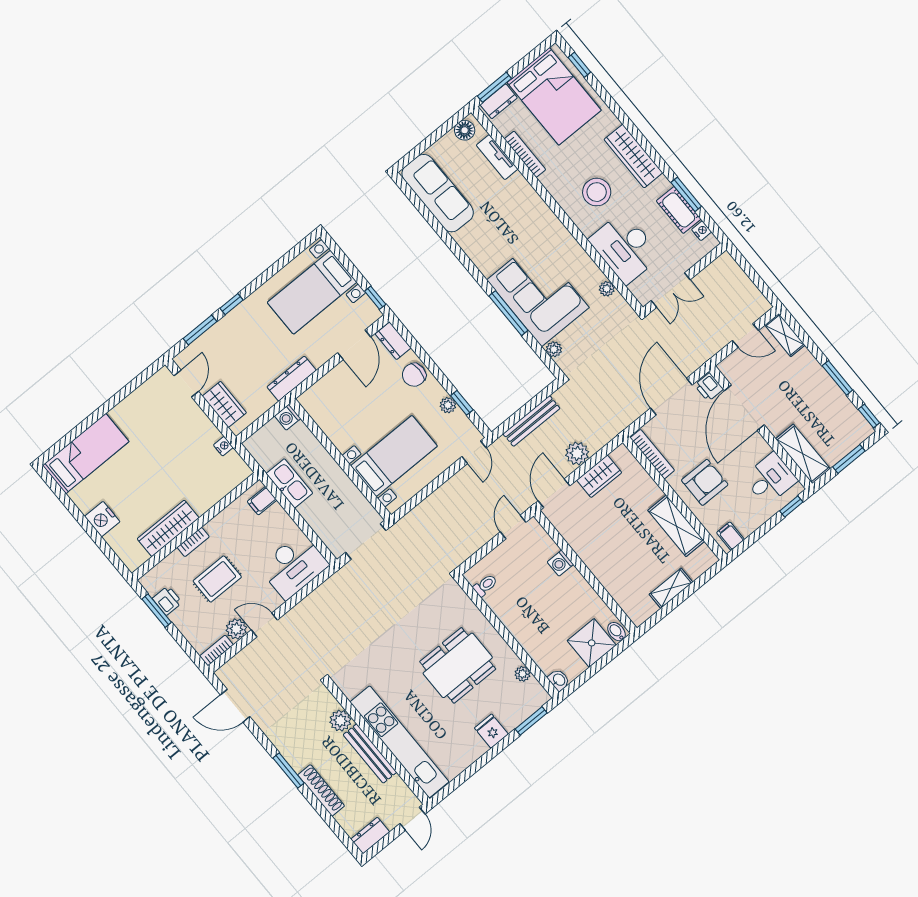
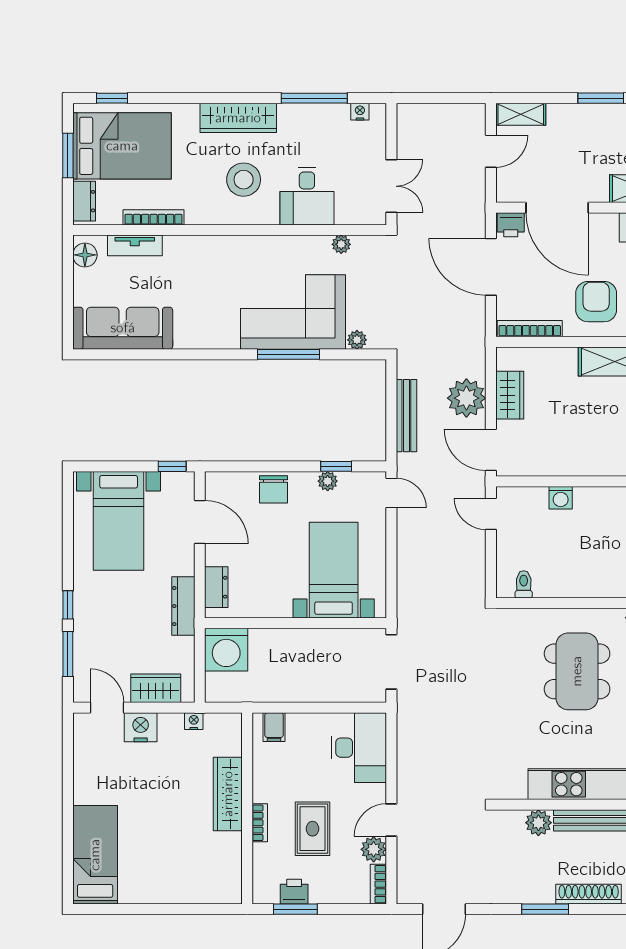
window: (494, 87) -> (68, 156), moved
window: (686, 194) -> (314, 98), width x1.44
cot: (679, 210) -> (323, 117), removed
desk: (625, 248) -> (307, 196), width x0.73
dresser: (393, 341) -> (216, 587), moved, turned -90
washing machine: (288, 417) -> (226, 650), width x1.89, depth x1.89
plant: (577, 453) -> (466, 398), width x1.36, depth x1.36
kitchen sink: (289, 483) -> (279, 688), removed
nightstand: (102, 519) -> (141, 727), moved, turned 180
wardrobe: (168, 528) -> (228, 794), moved

